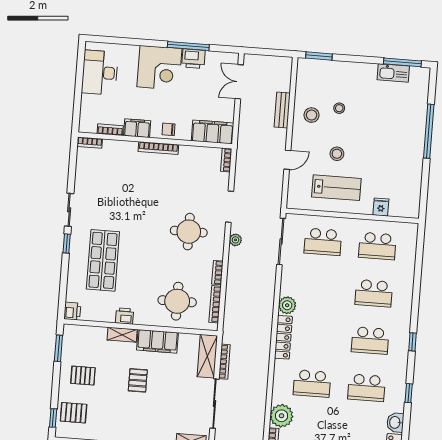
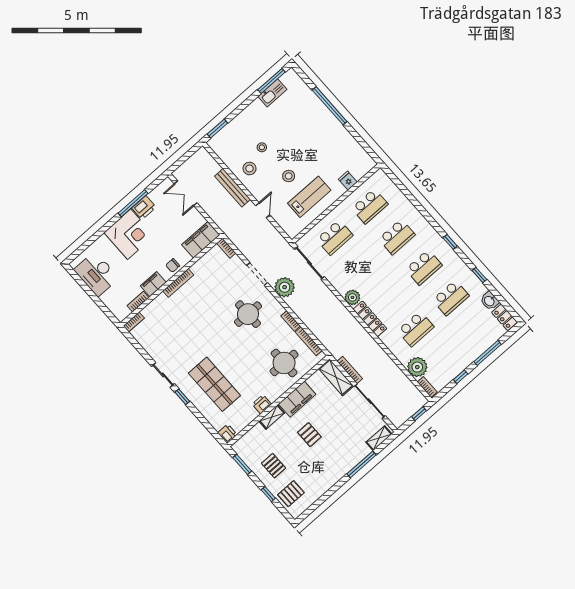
bench: (282, 110) -> (232, 188), width x1.36
plant: (235, 240) -> (285, 287), width x1.87, depth x1.87
pallet: (83, 376) -> (274, 466), turned 90
window: (53, 418) -> (268, 494), moved

